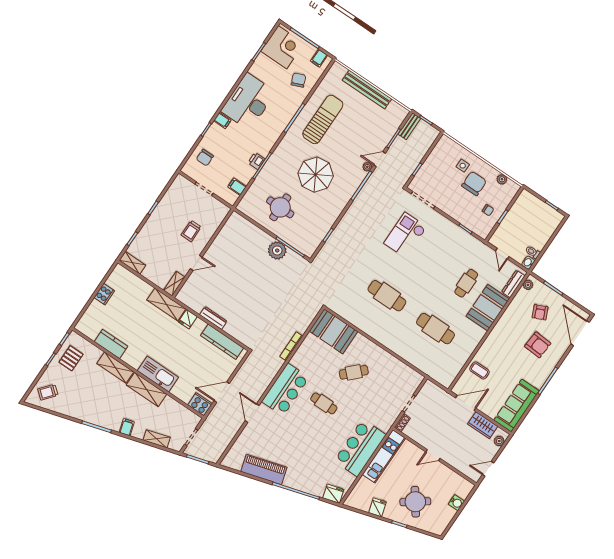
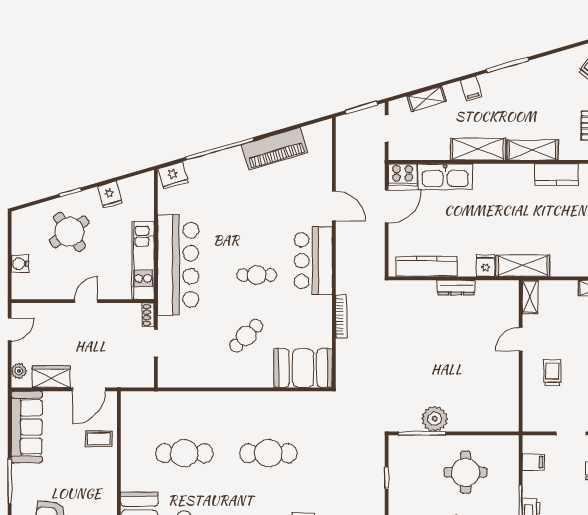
kitchen sink: (158, 374) -> (445, 177), moved
bar counter: (360, 448) -> (178, 265), width x1.36

